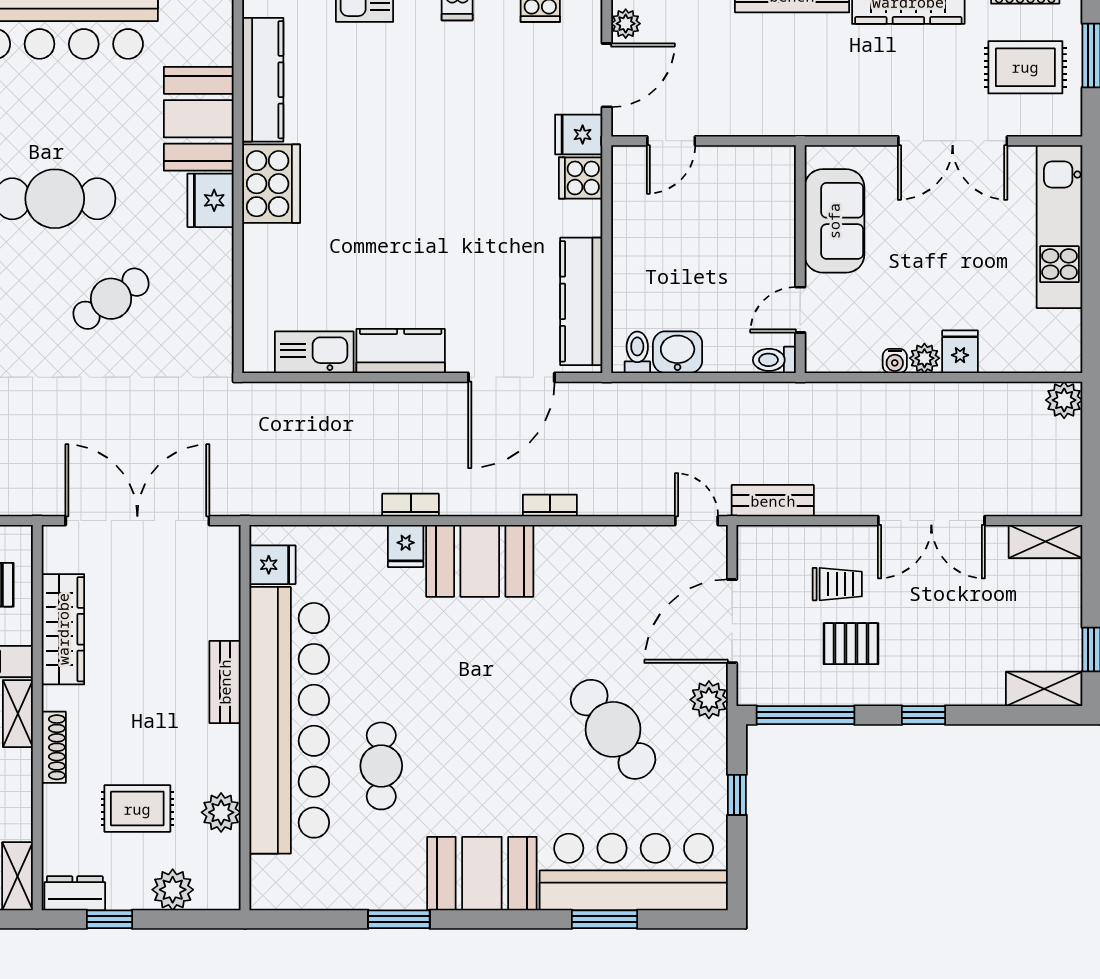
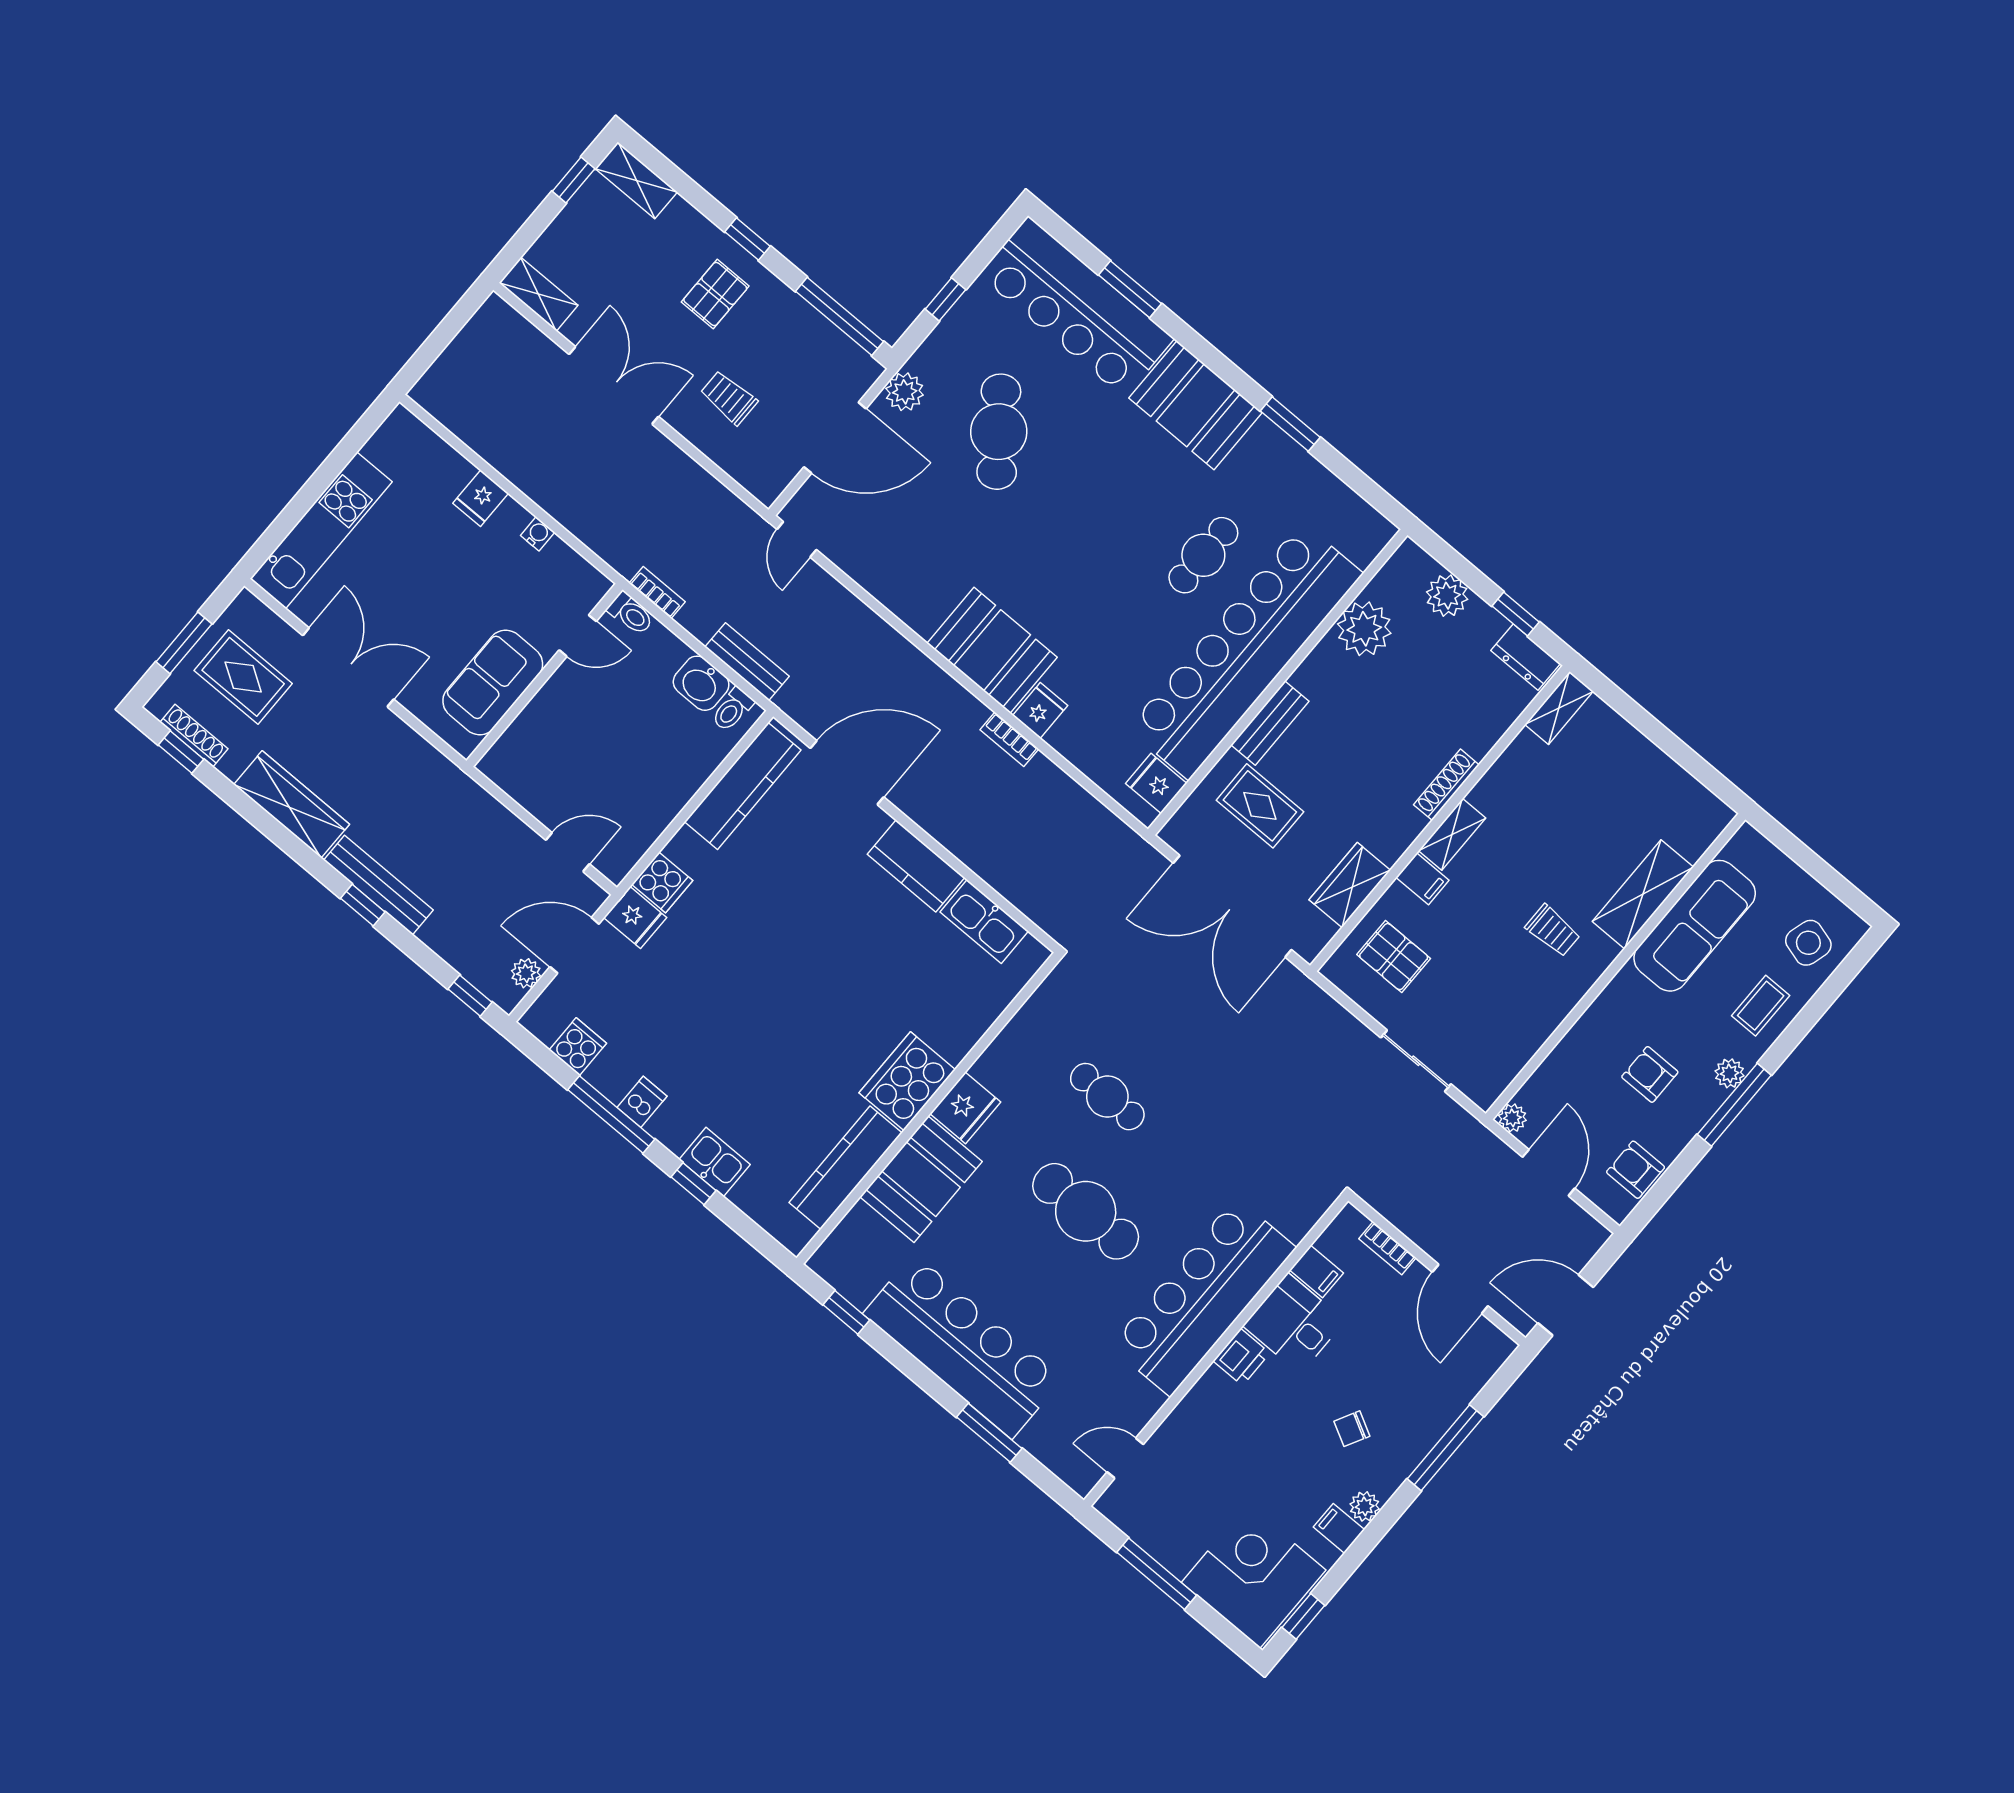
cafe table: (111, 299) -> (1107, 1097), turned 34
plant: (924, 358) -> (513, 516), removed
plant: (1064, 400) -> (431, 392), removed
bench: (773, 501) -> (747, 662), moved
bookcase: (550, 505) -> (657, 593), moved, turned 180
wardrobe: (63, 629) -> (1350, 885), width x0.67
pallet: (851, 644) -> (715, 294), moved, turned 90
rug: (137, 809) -> (1260, 806), moved
plant: (221, 812) -> (1364, 629), width x1.36, depth x1.36

